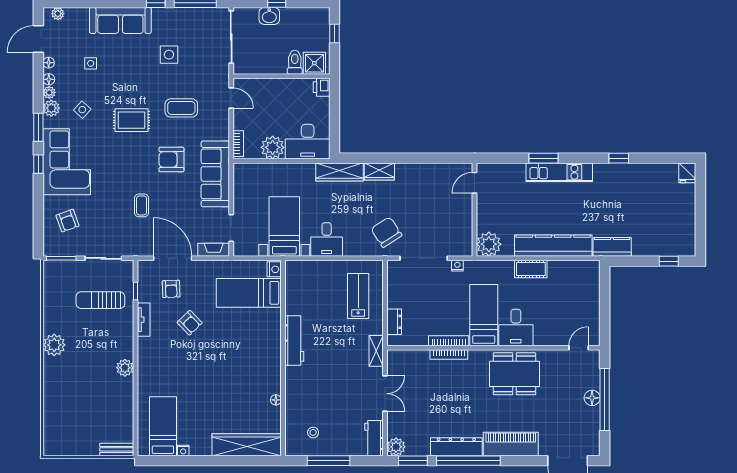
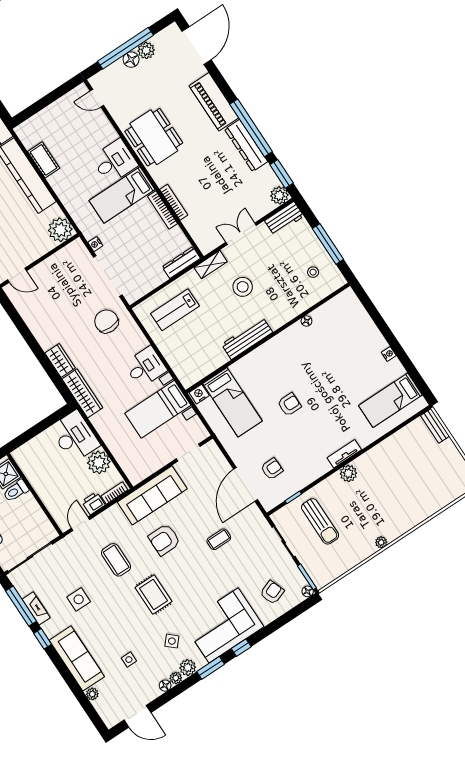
plant: (58, 14) -> (92, 694), moved
floor lamp: (49, 63) -> (308, 591), moved
printer: (322, 87) -> (93, 503), moved, turned 180
armchair: (171, 160) -> (164, 540), turned 90
chair: (386, 232) -> (106, 321), turned 123
fireplace: (214, 250) -> (36, 608), moved, turned 180
cot: (531, 269) -> (44, 160), moved
tv unit: (144, 320) -> (344, 454), moved
dresser: (394, 322) -> (181, 263), width x1.44
armchair: (190, 323) -> (289, 404), moved, turned 44
plant: (54, 345) -> (381, 542), width x0.53, depth x0.53
stool: (340, 365) -> (243, 287), added
plant: (125, 368) -> (348, 473), moved
plant: (591, 416) -> (146, 50), added
wardrobe: (247, 445) -> (360, 321), removed
nightstand: (183, 451) -> (389, 354), moved

